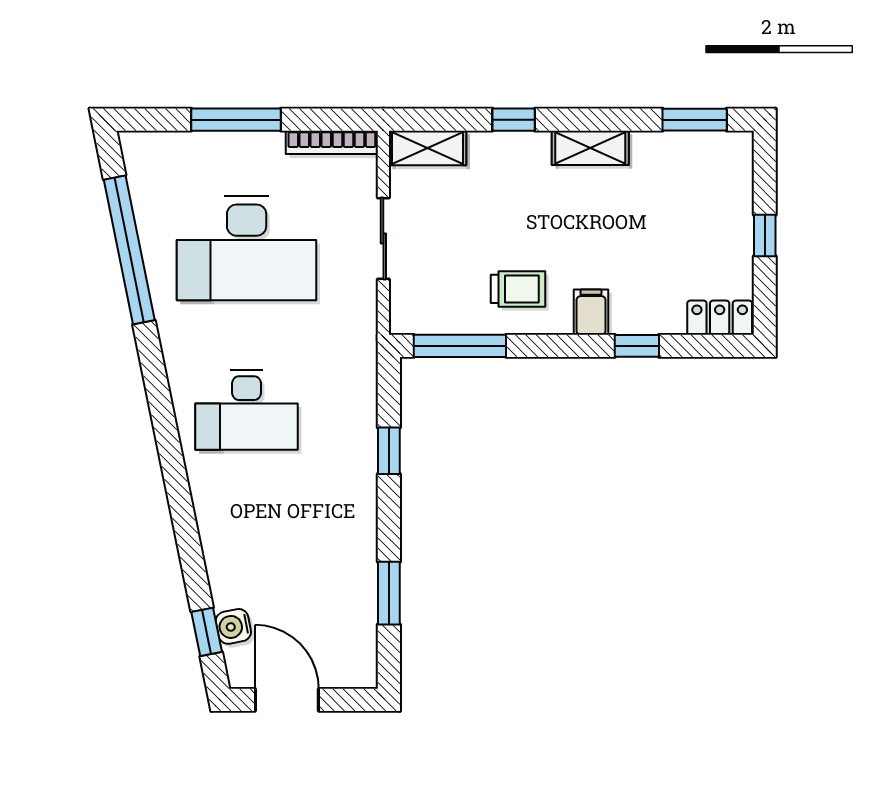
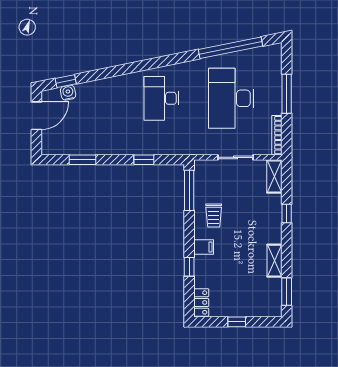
shelving: (590, 148) -> (275, 261), moved

